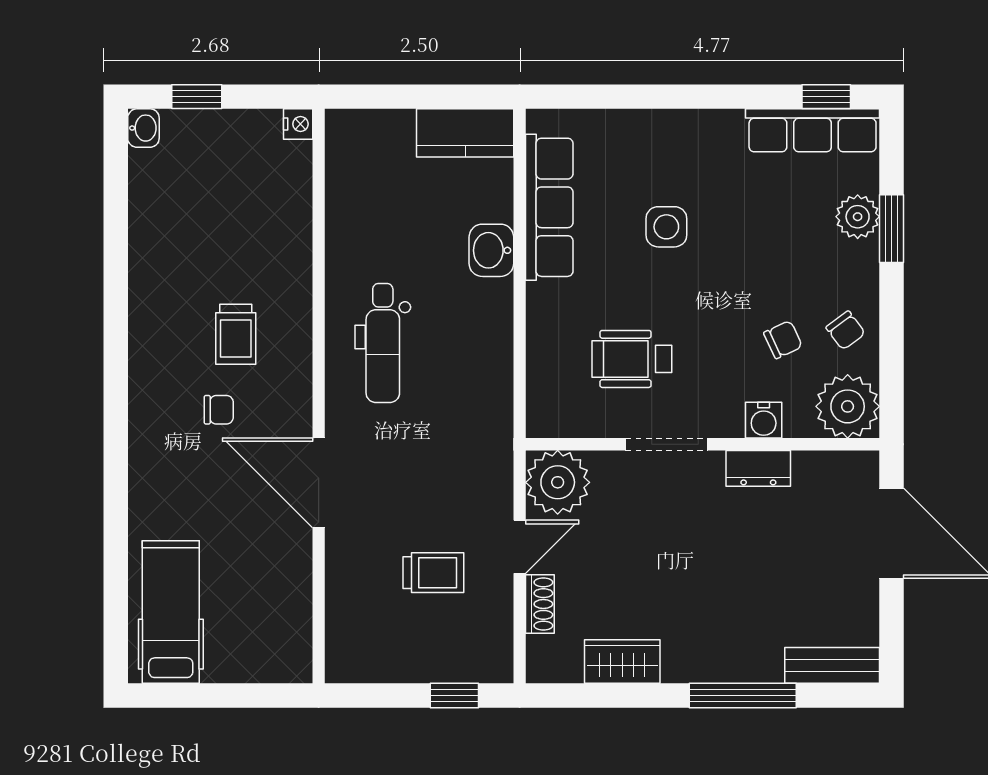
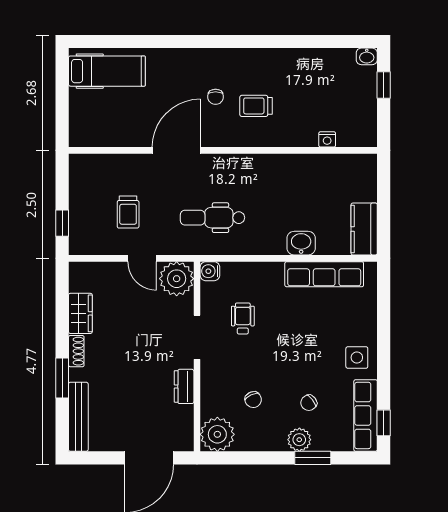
nightstand: (298, 124) -> (327, 139), moved
plant: (858, 217) -> (299, 440), moved
side table: (666, 227) -> (357, 357), moved
chair: (846, 330) -> (309, 403), moved
dental chair: (383, 343) -> (212, 218), moved
wheelchair: (632, 359) -> (243, 319), width x0.73, depth x0.73
water cooler: (764, 420) -> (210, 271), moved
shoe rack: (540, 604) -> (76, 351), moved, turned -90
bench: (832, 665) -> (78, 417), width x1.36
window: (743, 695) -> (62, 378), width x0.69

